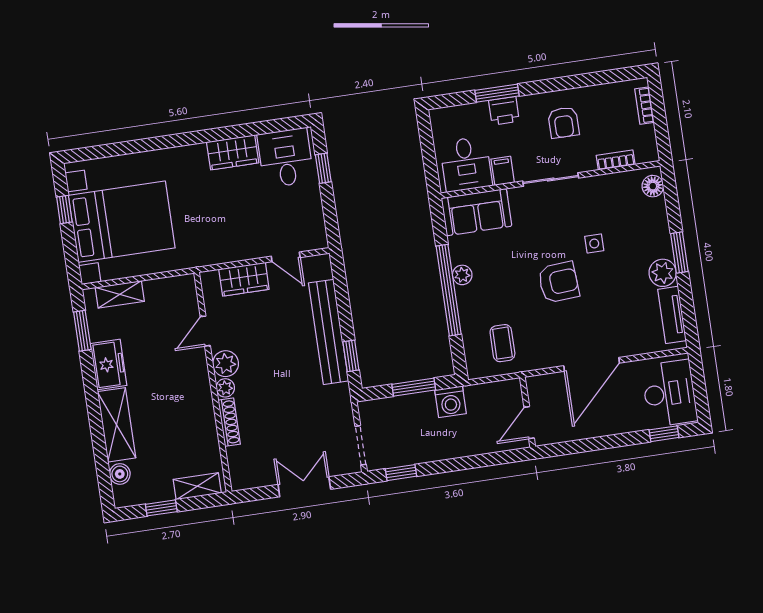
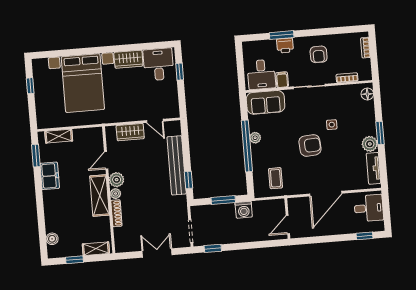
bed with nightstands: (122, 222) -> (83, 83), moved, turned 90
desk: (669, 393) -> (369, 208), width x0.73
shelving: (117, 425) -> (100, 196), moved

